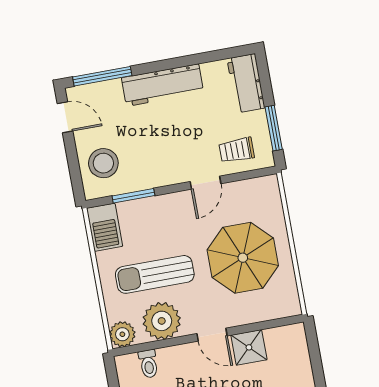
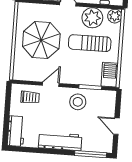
door: (65, 117) -> (116, 126), moved
window: (274, 128) -> (8, 104), removed
stool: (103, 163) -> (78, 102), moved
sun lounger: (155, 274) -> (90, 43), turned 180

